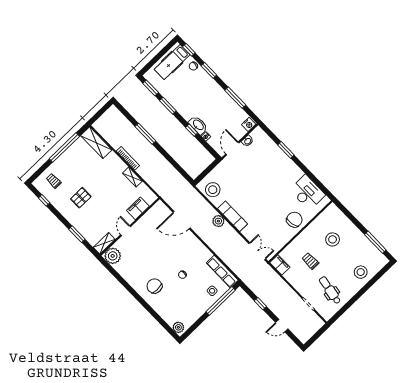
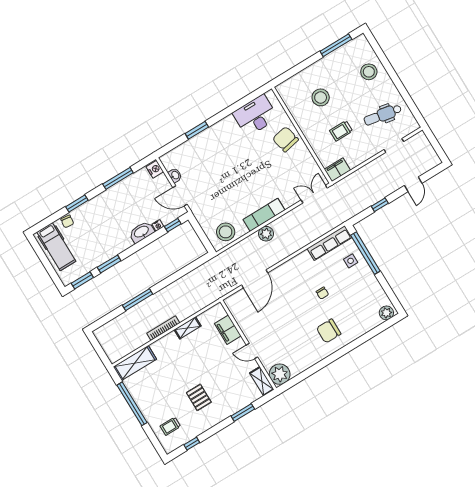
window: (189, 50) -> (46, 222), removed
window: (192, 130) -> (173, 225), moved

